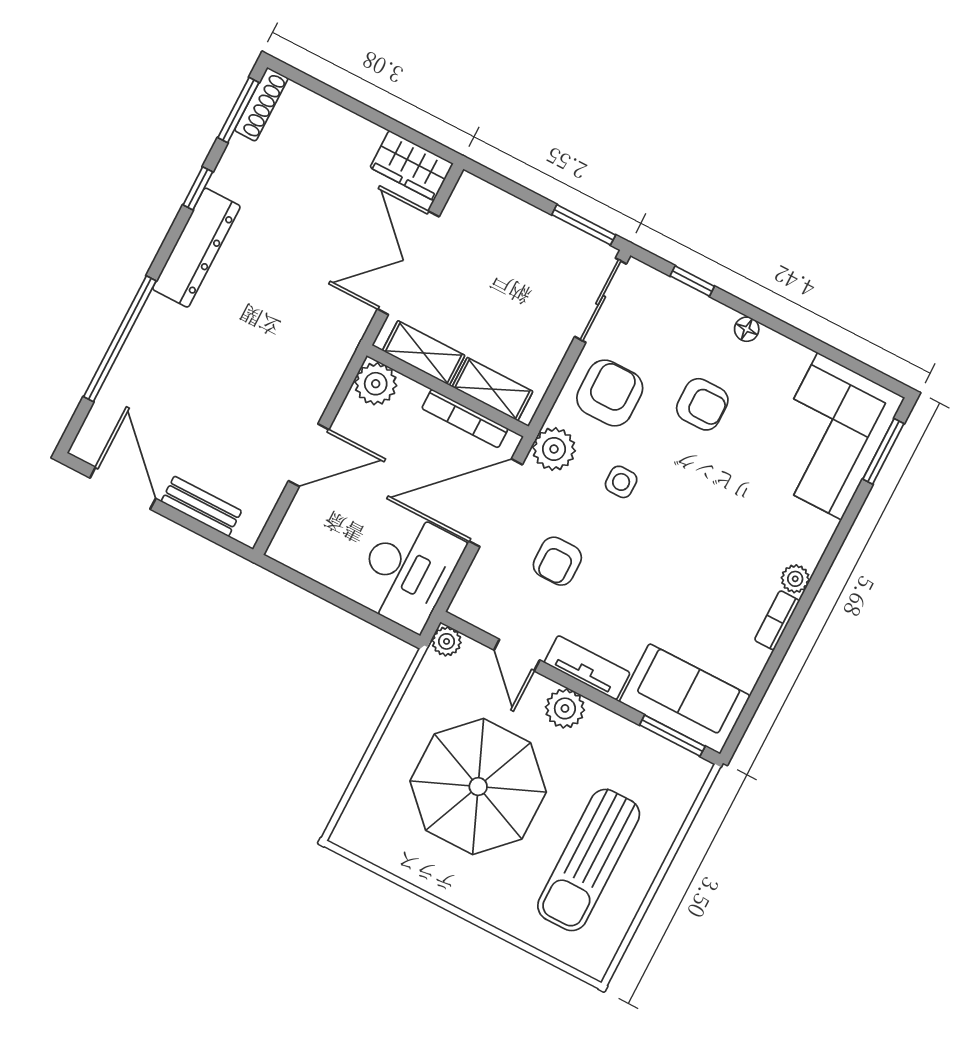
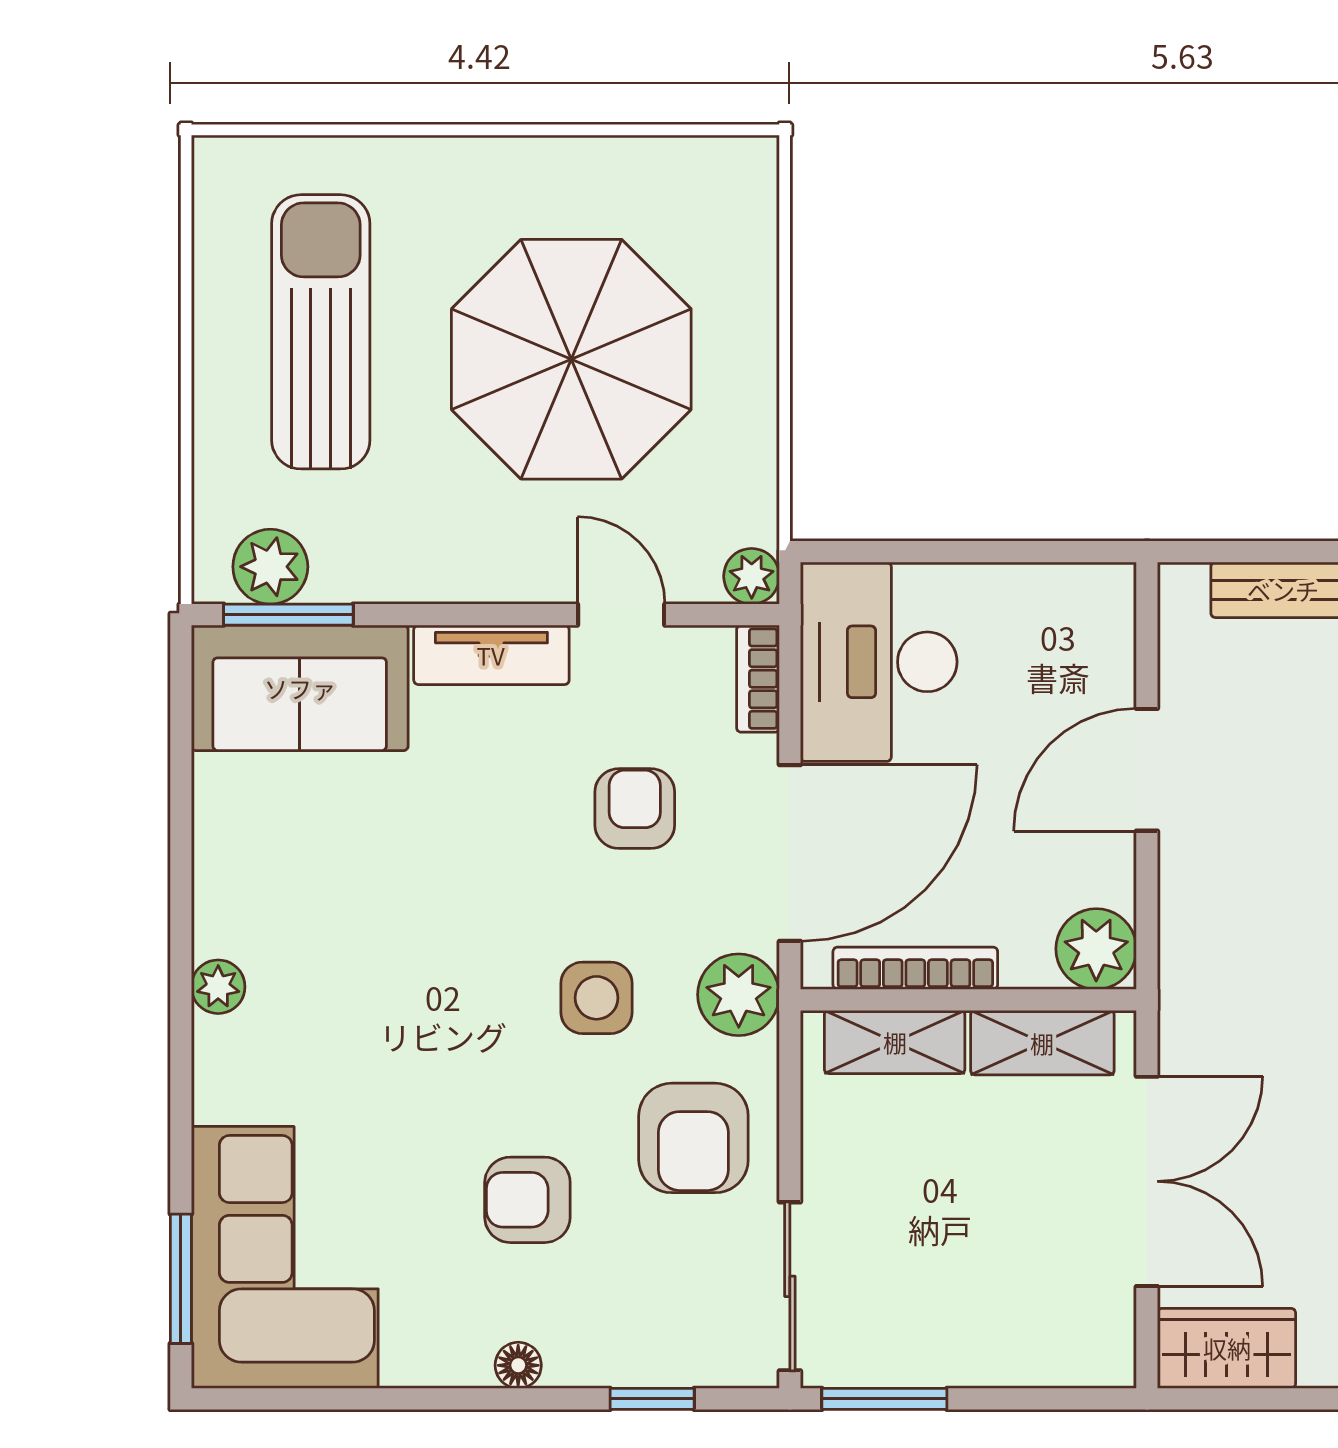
side table: (621, 482) -> (597, 998), width x1.37, depth x1.37
bookcase: (777, 620) -> (758, 679), moved, turned 180
plant: (565, 708) -> (270, 567), moved

